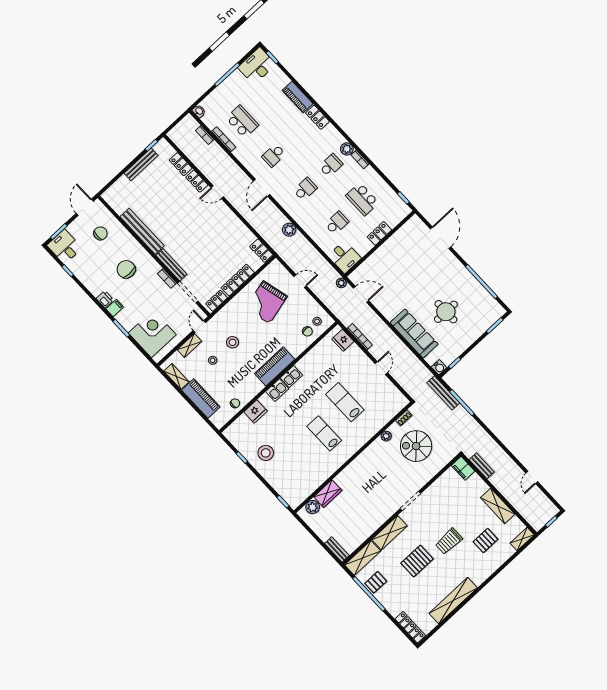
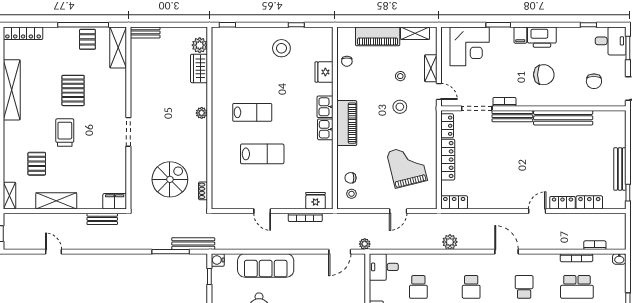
printer: (105, 299) -> (542, 37), width x1.87, depth x1.48
plant: (386, 436) -> (202, 113), moved
shelving: (389, 533) -> (118, 90), removed

